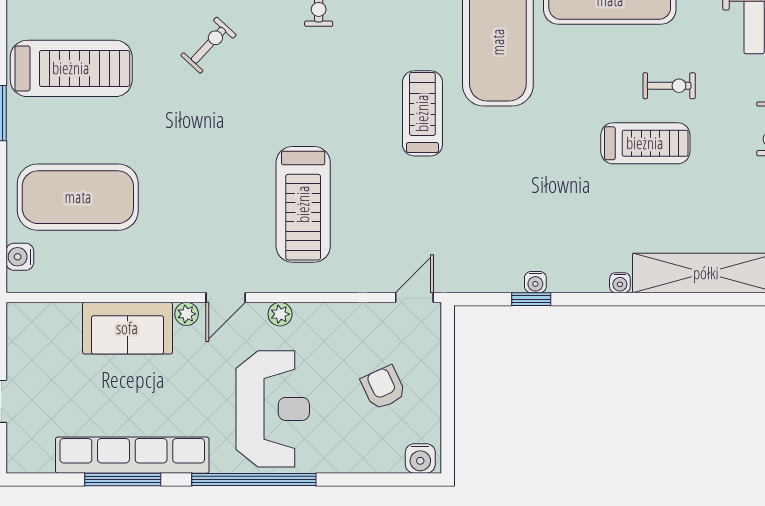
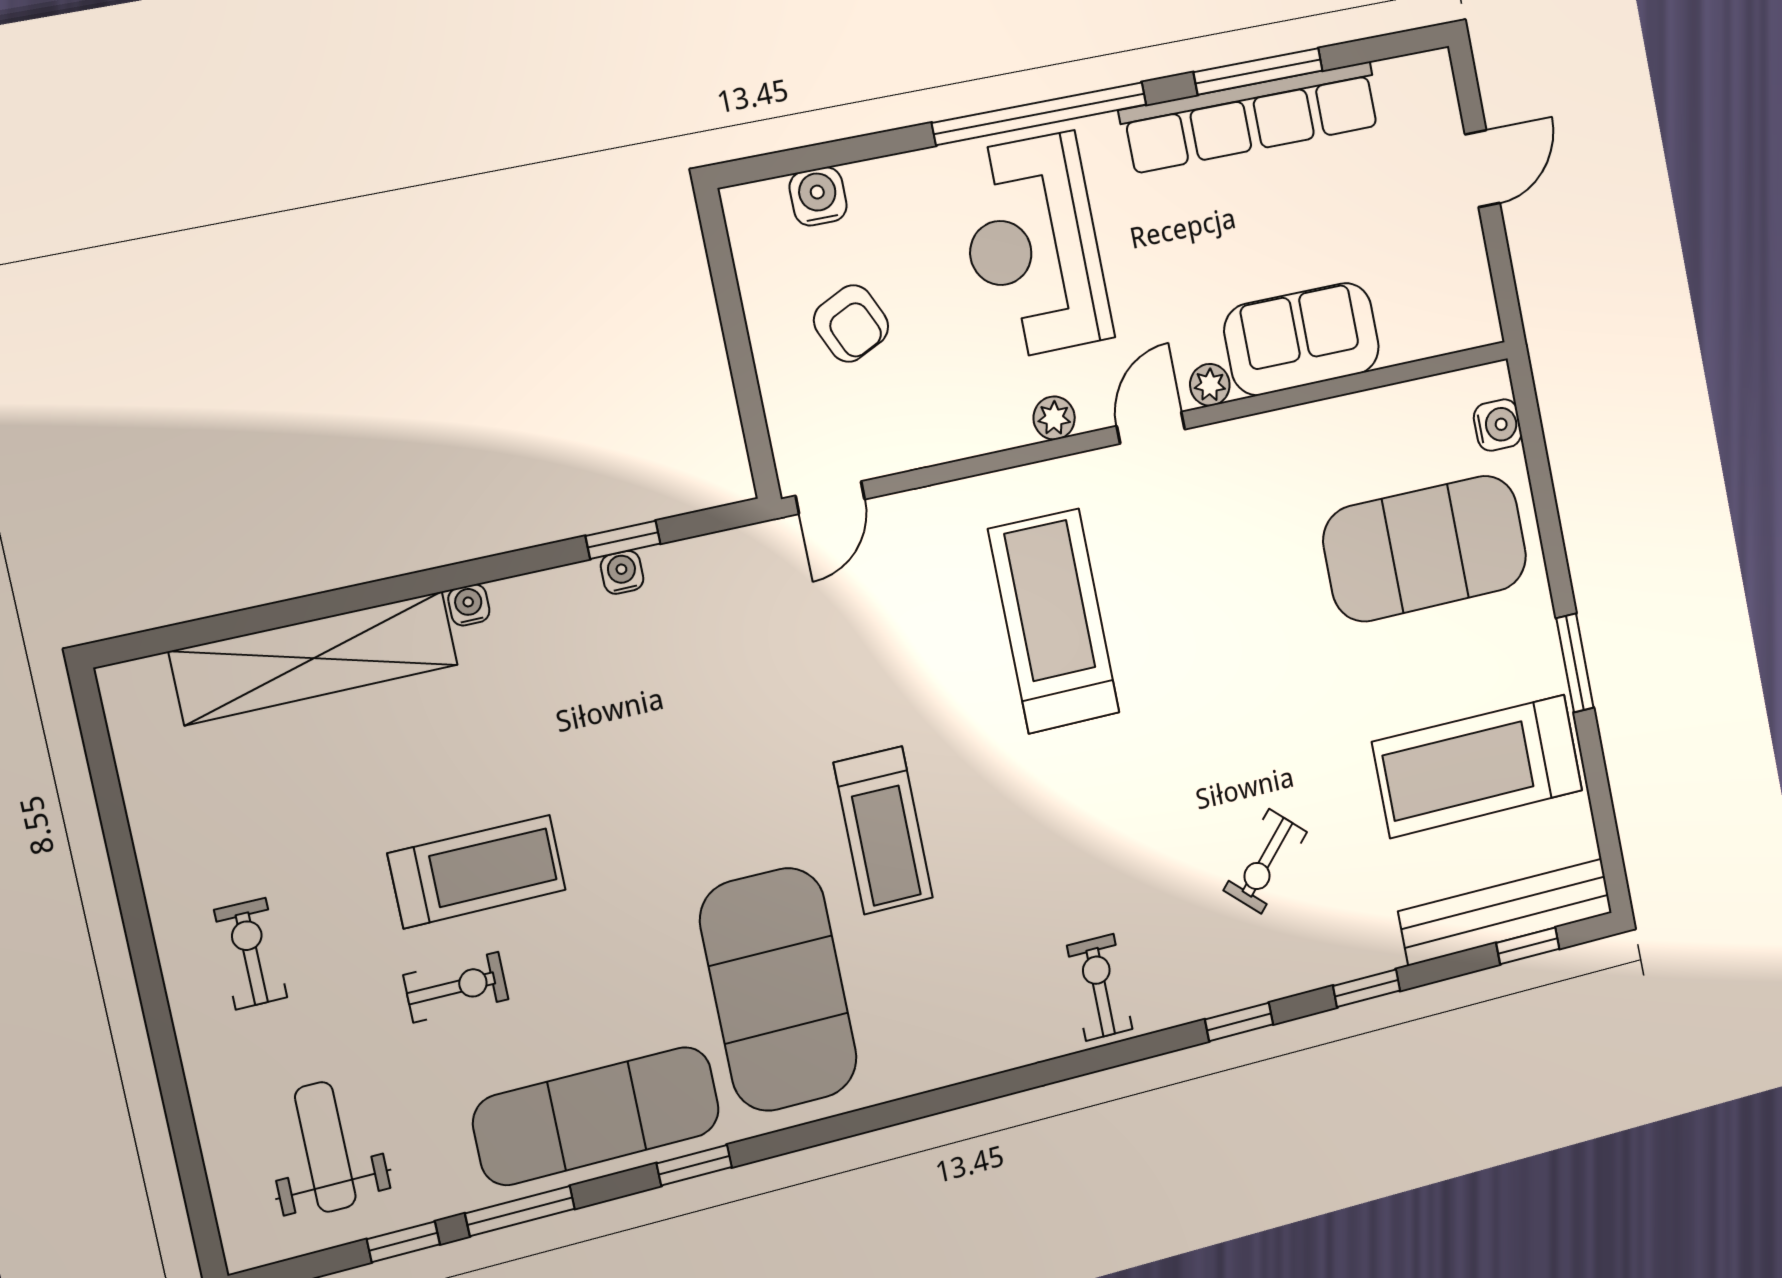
exercise bike: (669, 86) -> (456, 987), turned 180
treadmill: (645, 143) -> (477, 872), turned 180
water cooler: (420, 458) -> (818, 196), moved

